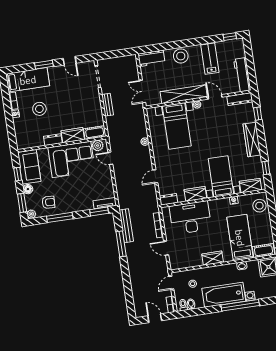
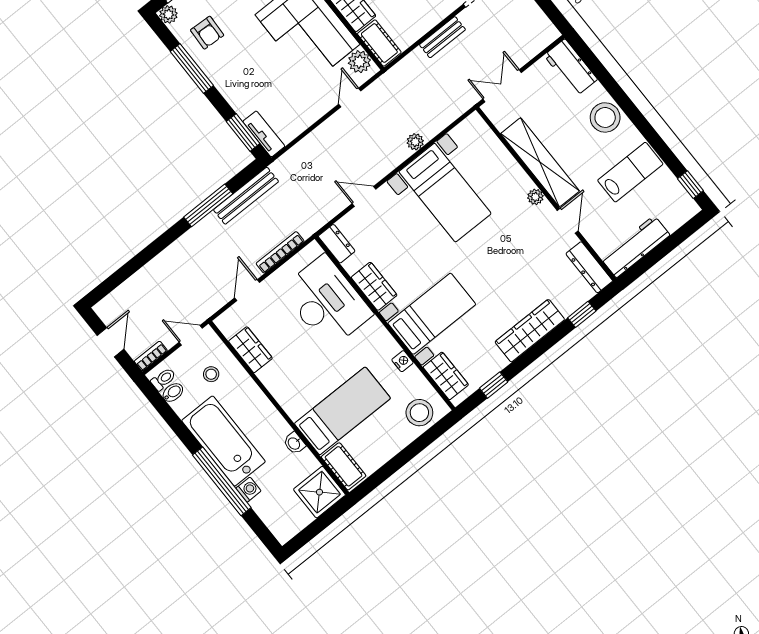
bed with nightstands: (177, 126) -> (445, 193), moved, turned -90
wardrobe: (213, 258) -> (250, 350), moved

